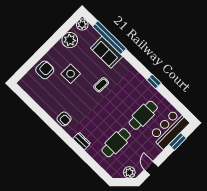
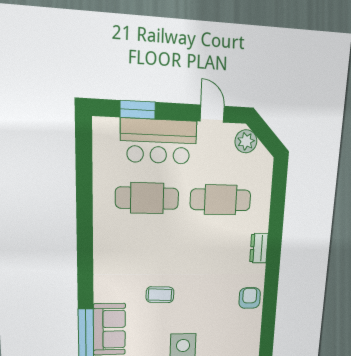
window: (154, 82) -> (85, 229), removed
bar counter: (169, 129) -> (159, 141), moved
door: (151, 168) -> (212, 114), swing flipped

